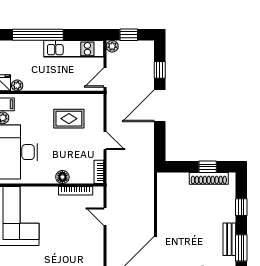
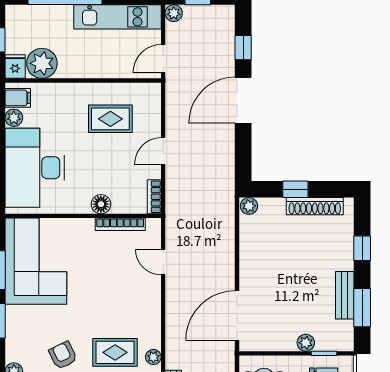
plant: (17, 85) -> (42, 63), width x1.87, depth x1.87
door: (105, 141) -> (163, 151), swing flipped
window: (208, 167) -> (295, 189), moved
plant: (164, 178) -> (249, 206), added

